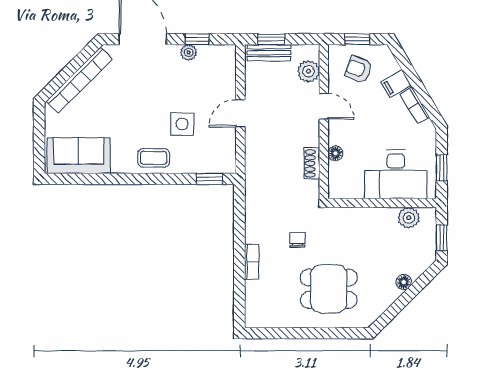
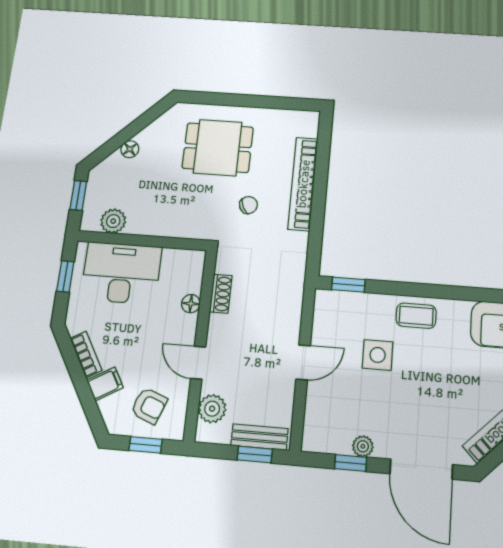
chair: (297, 240) -> (248, 205), turned -116
bookcase: (252, 262) -> (303, 184), width x2.31, depth x1.31

